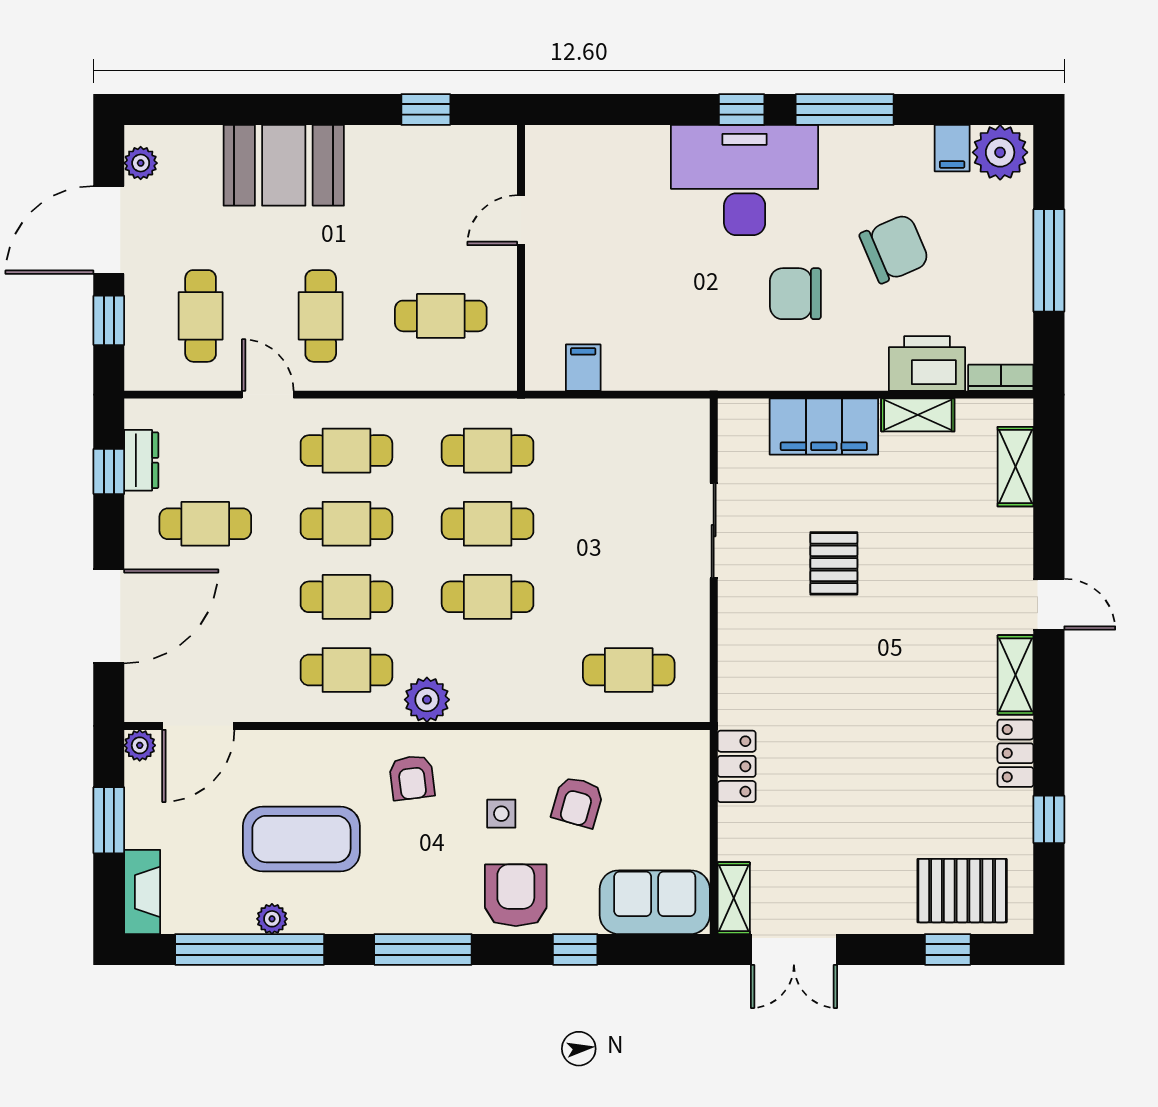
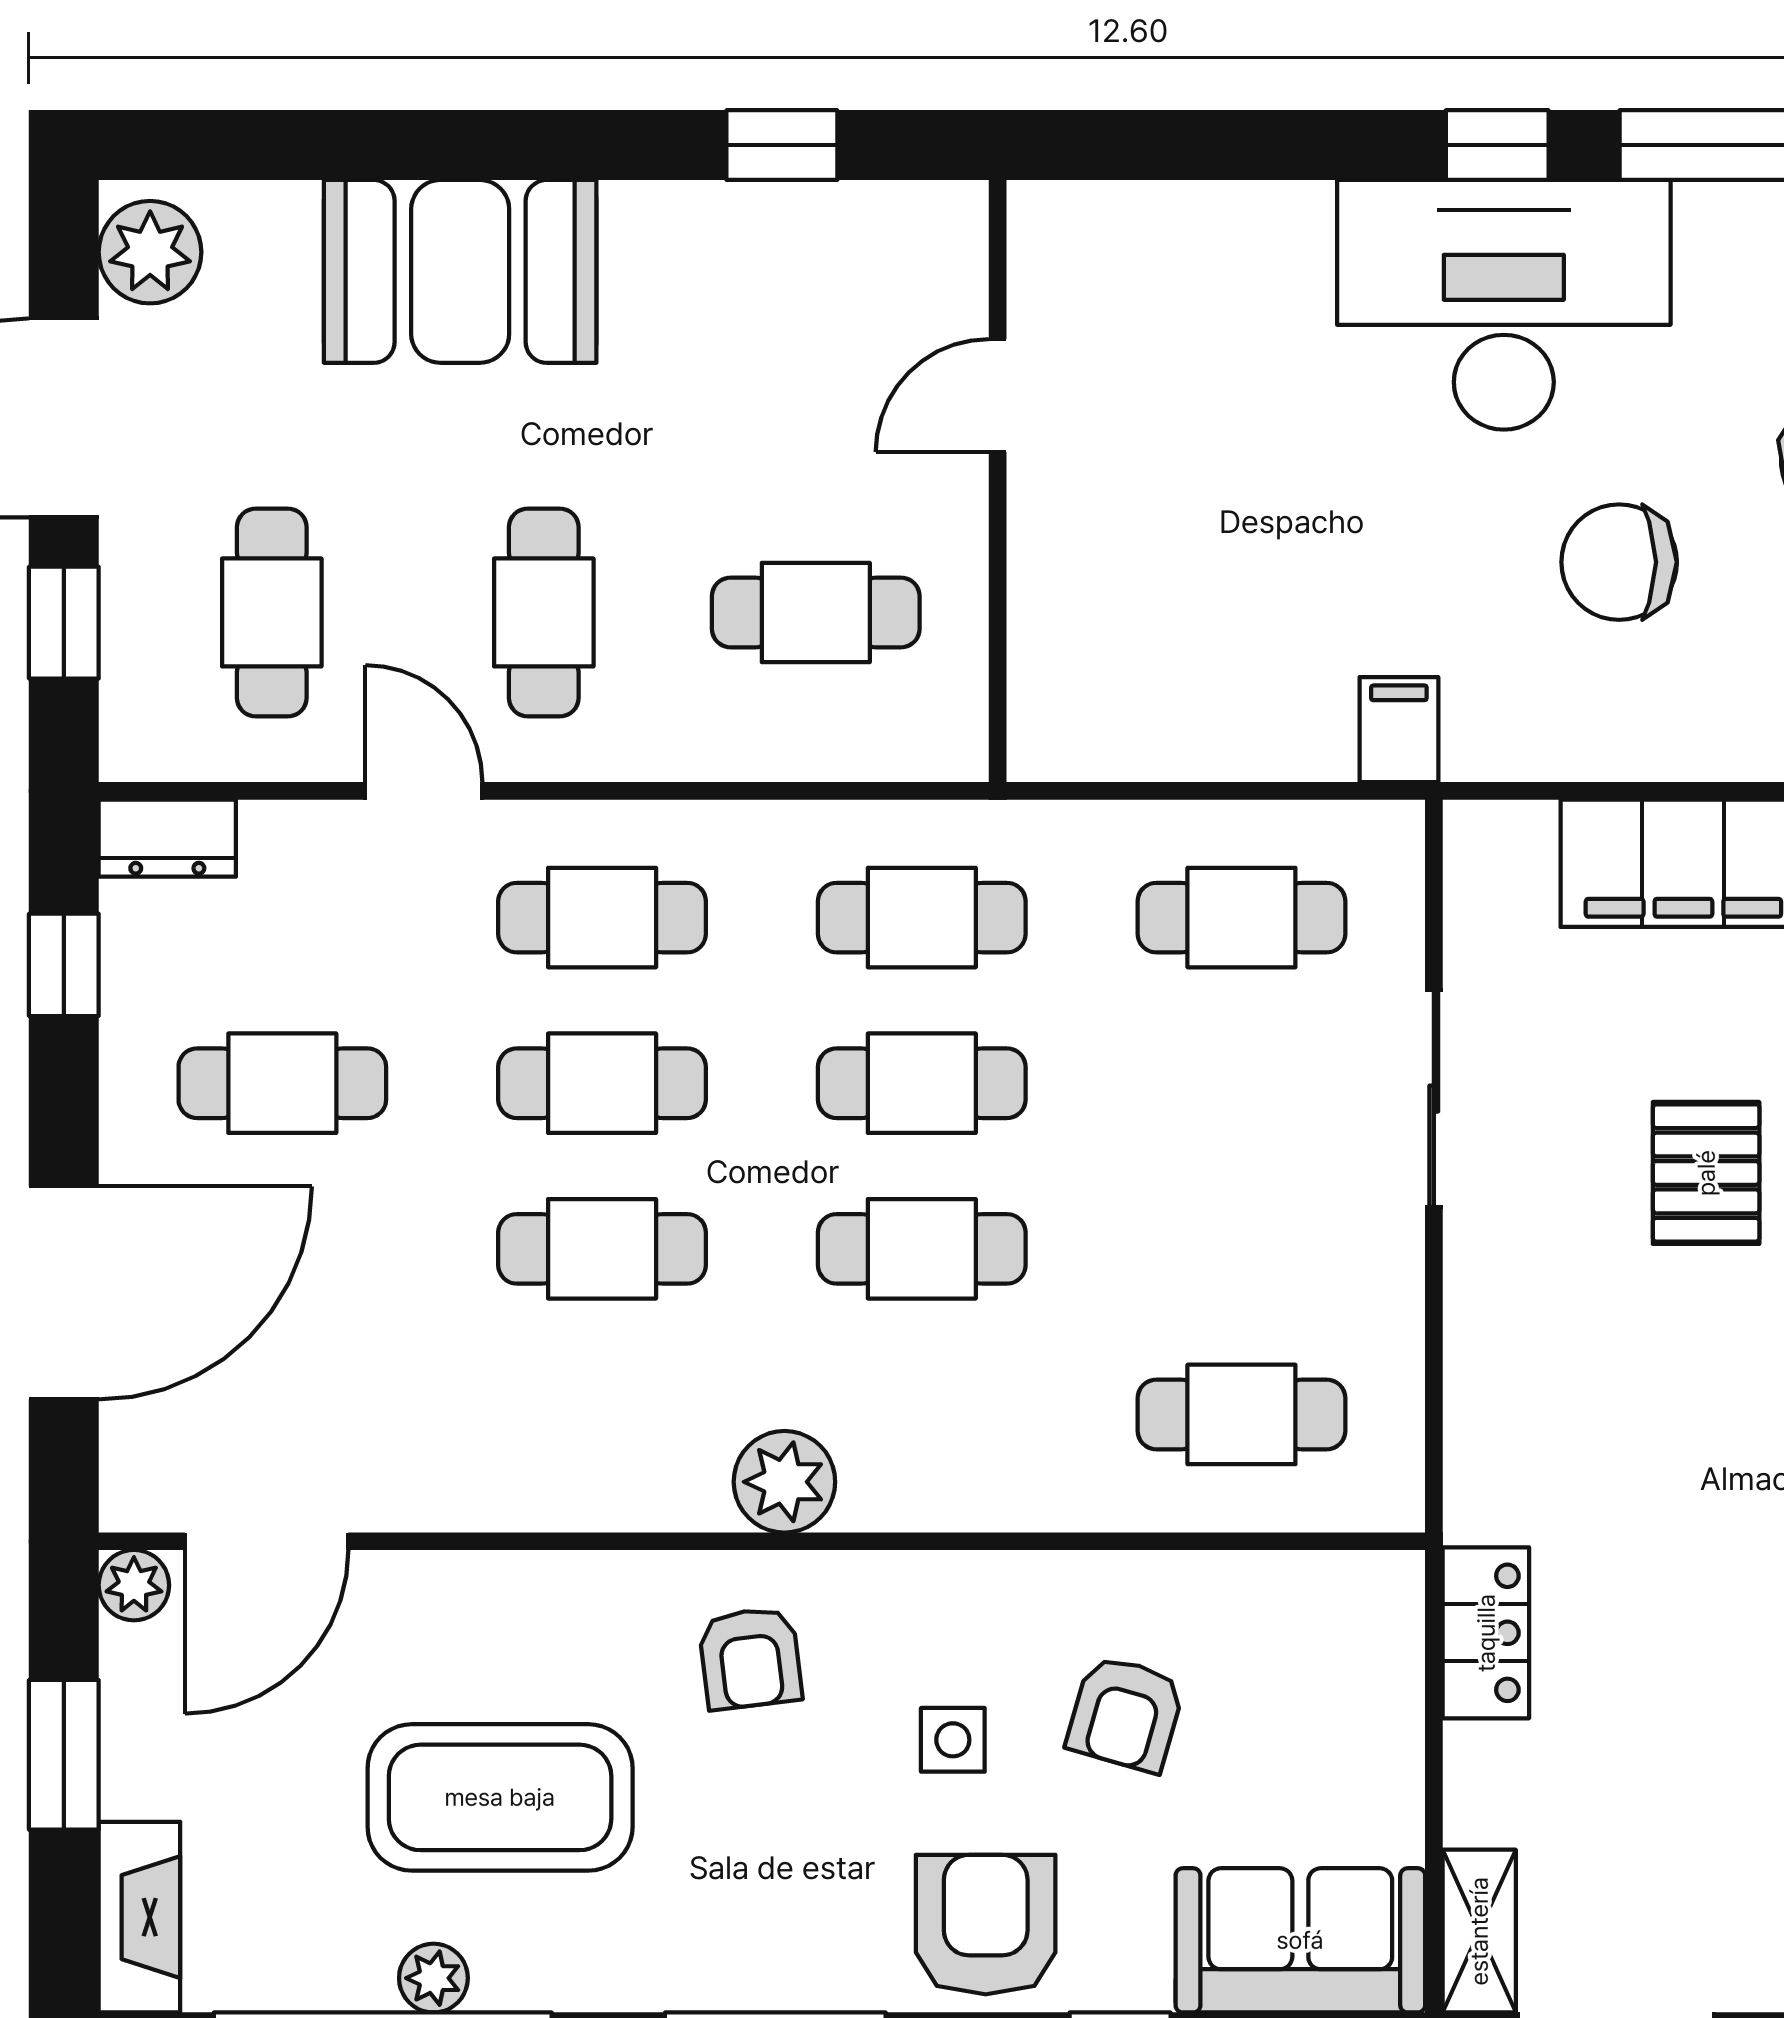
plant: (141, 163) -> (150, 252), width x1.38, depth x1.38
filing cabinet: (583, 368) -> (1399, 730), moved
dresser: (141, 460) -> (167, 838), moved, turned 90
cafe table: (346, 670) -> (1241, 918), moved

